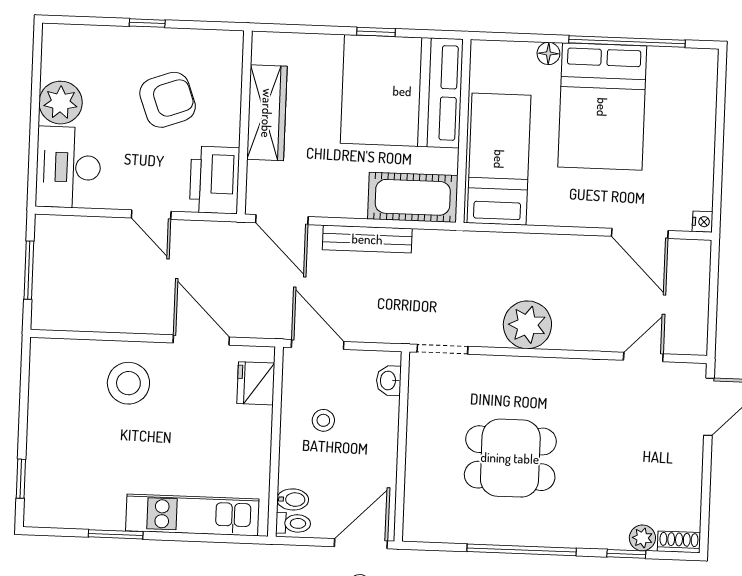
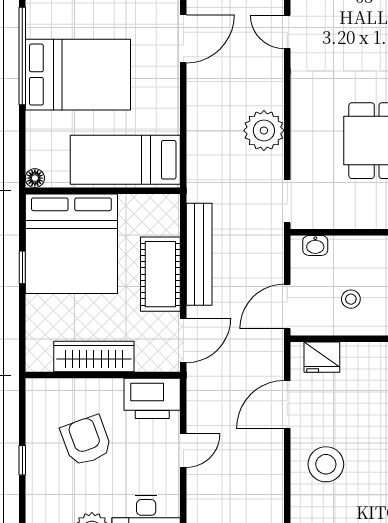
floor lamp: (548, 53) -> (35, 178), moved
cot: (413, 197) -> (160, 274), moved
bench: (367, 239) -> (199, 254), width x1.37, depth x1.21

